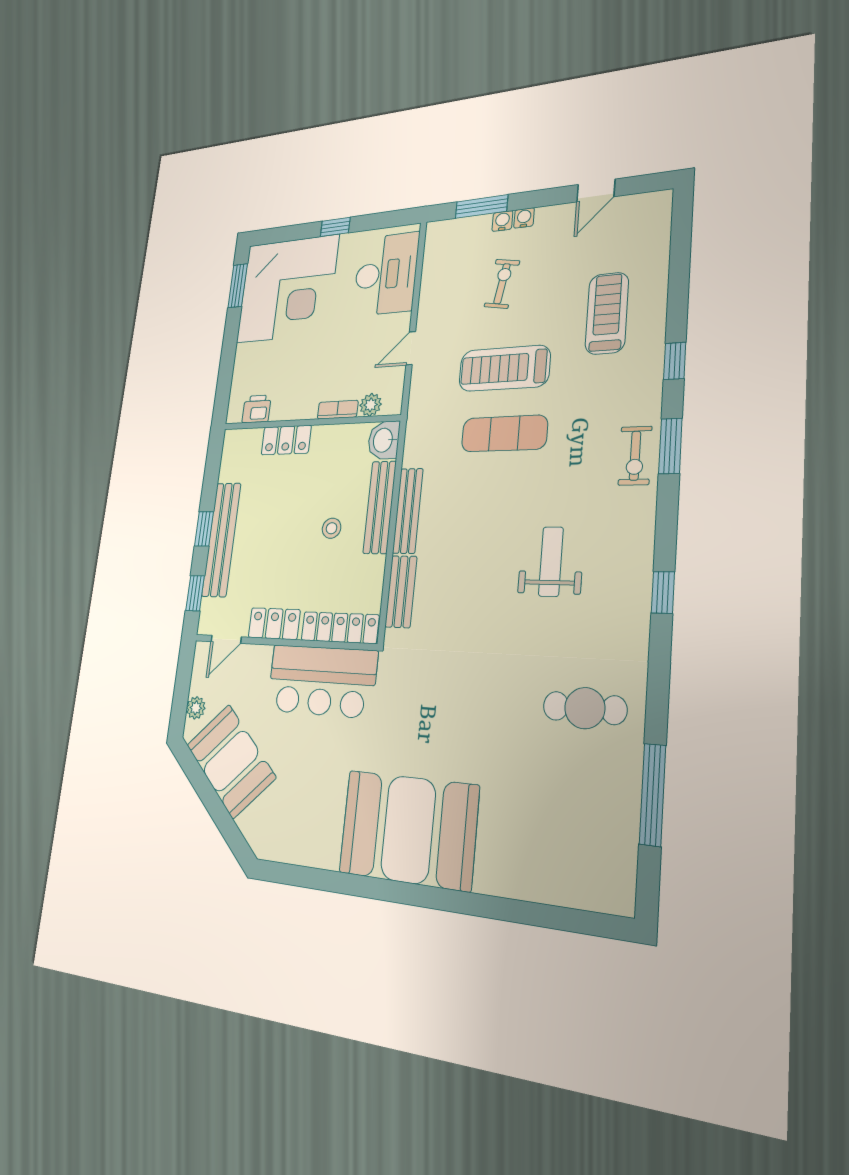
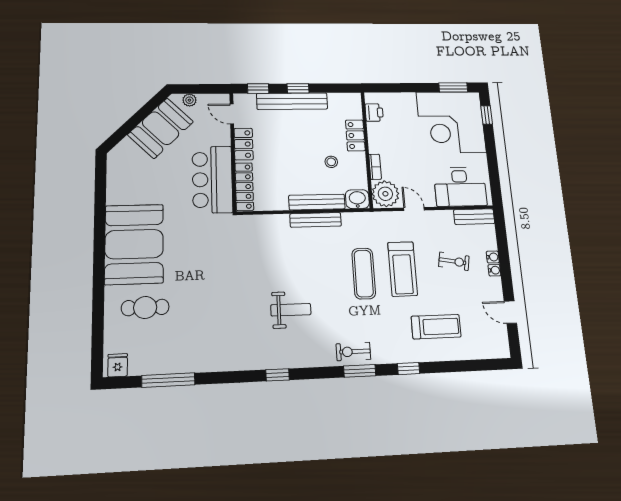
window: (482, 207) -> (502, 243), removed
window: (335, 227) -> (487, 115), moved
treadmill: (504, 368) -> (403, 269), turned 180
plant: (371, 405) -> (385, 194), width x1.88, depth x1.88
stool: (332, 528) -> (331, 162), moved
bench: (401, 592) -> (474, 217), moved
cafe table: (585, 708) -> (145, 307), moved, turned 90
fridge: (616, 887) -> (118, 365), added

